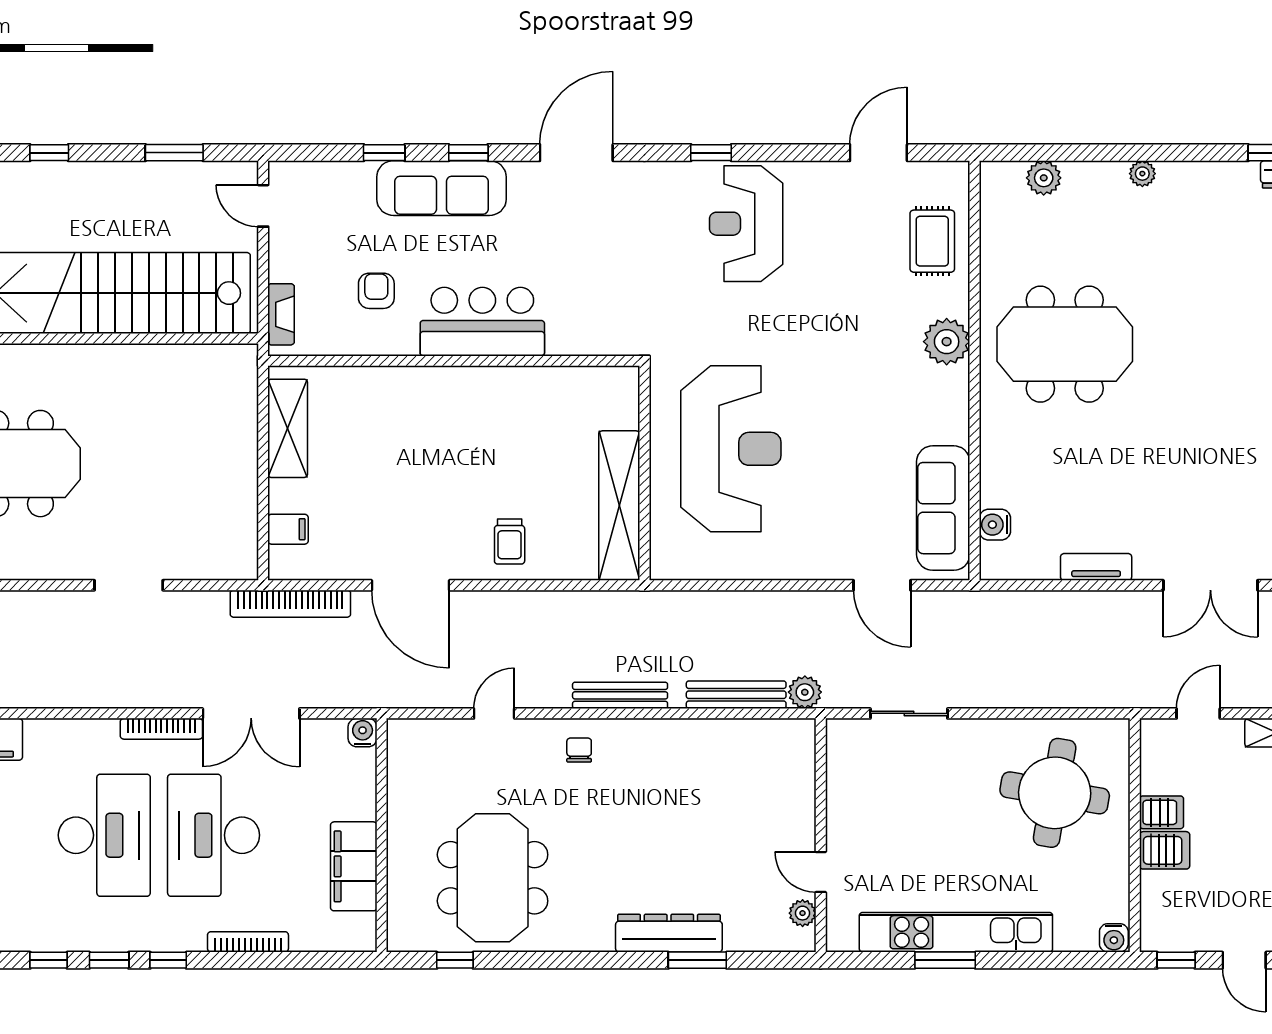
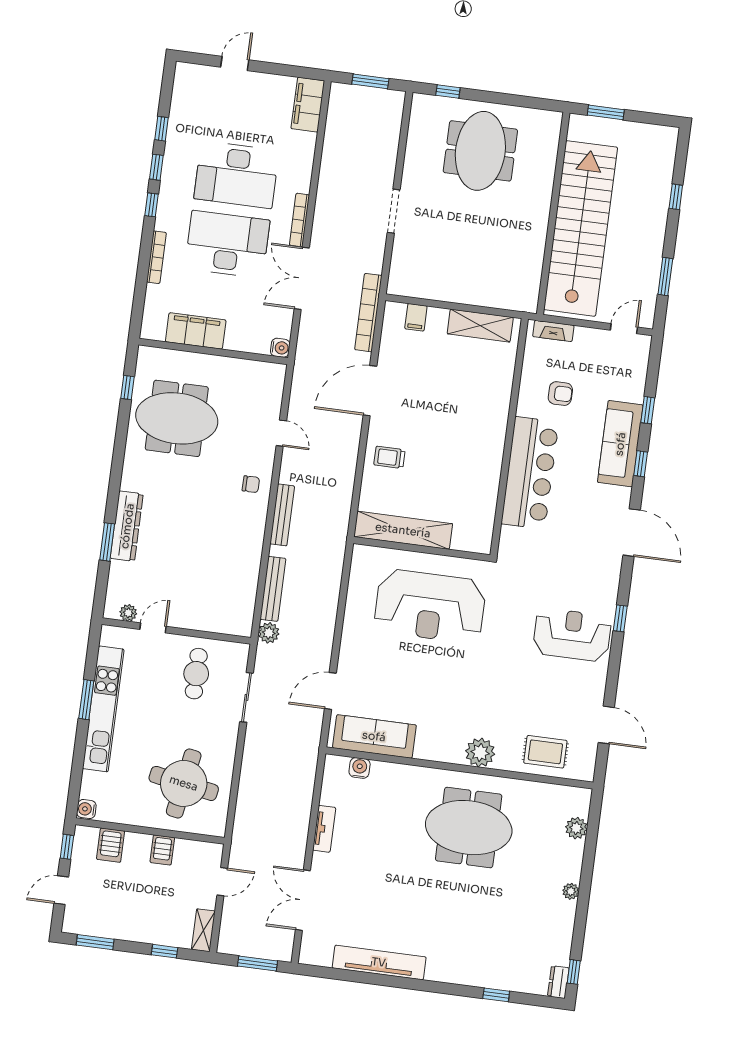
bar counter: (482, 322) -> (530, 473), width x1.36
meeting table: (1065, 344) -> (469, 828), turned 90
door: (1198, 713) -> (222, 882), hinge flipped
cafe table: (882, 796) -> (196, 674), added
server rack: (1165, 850) -> (111, 845), moved

